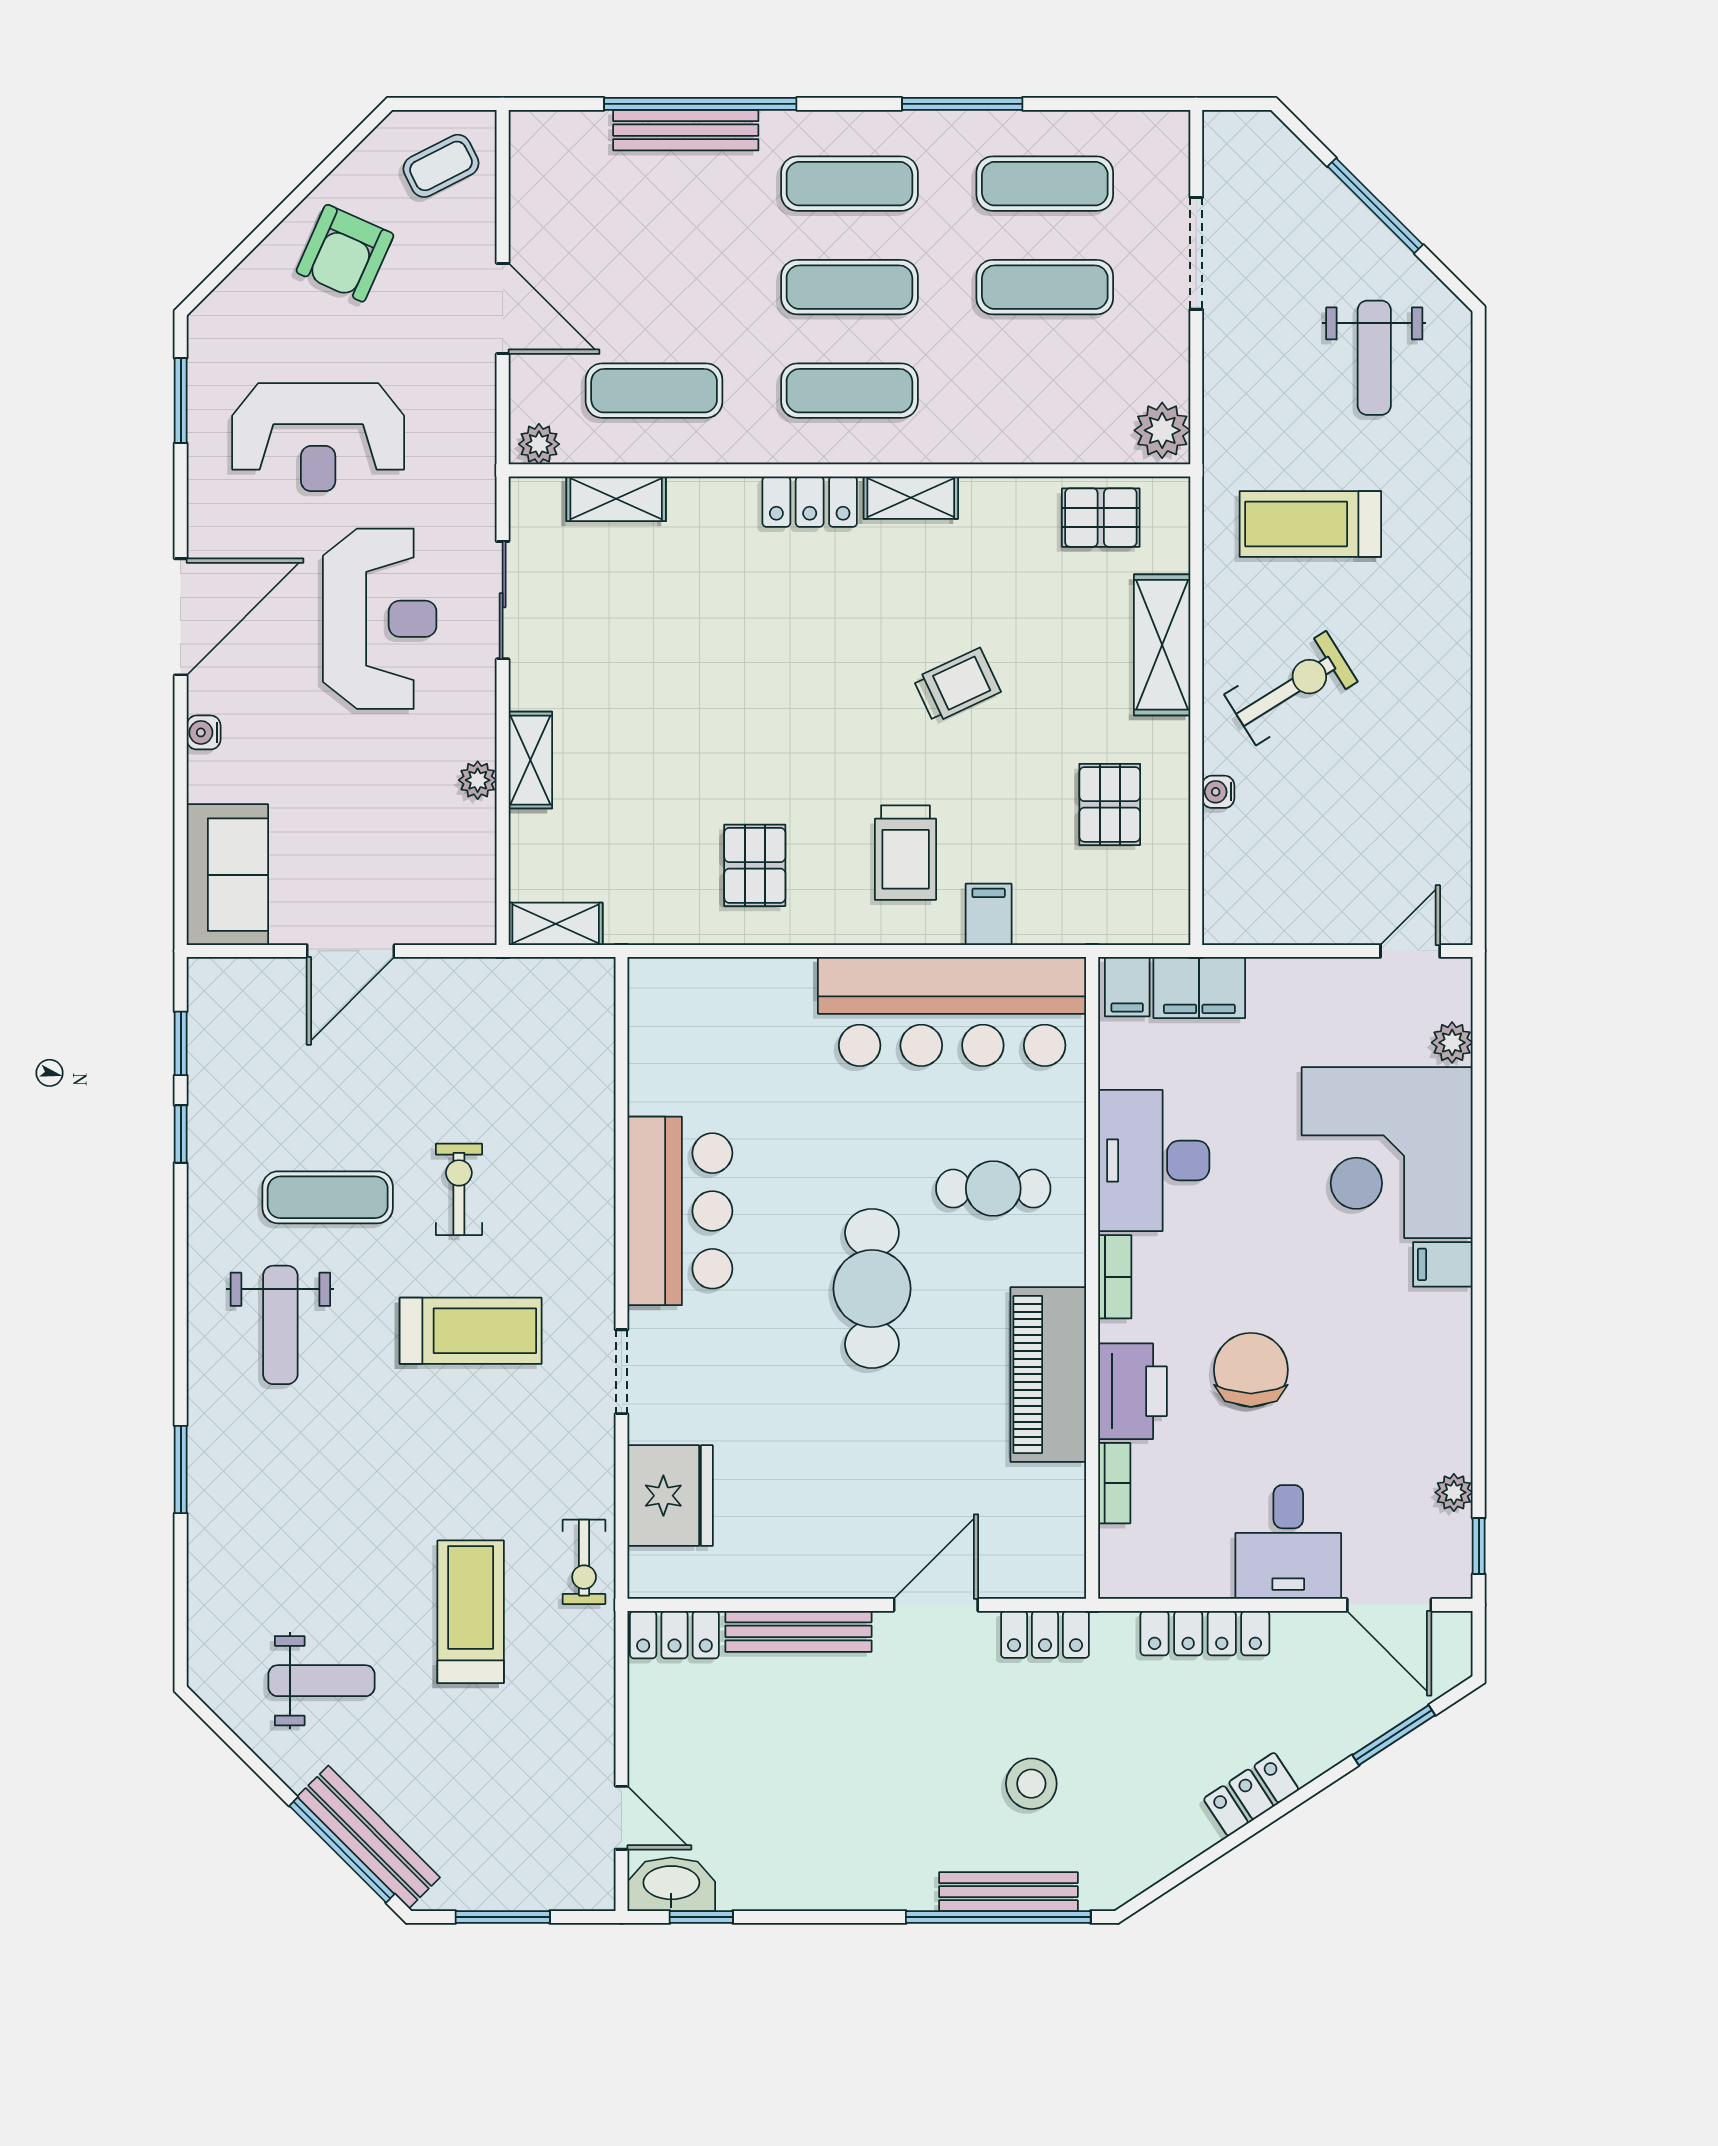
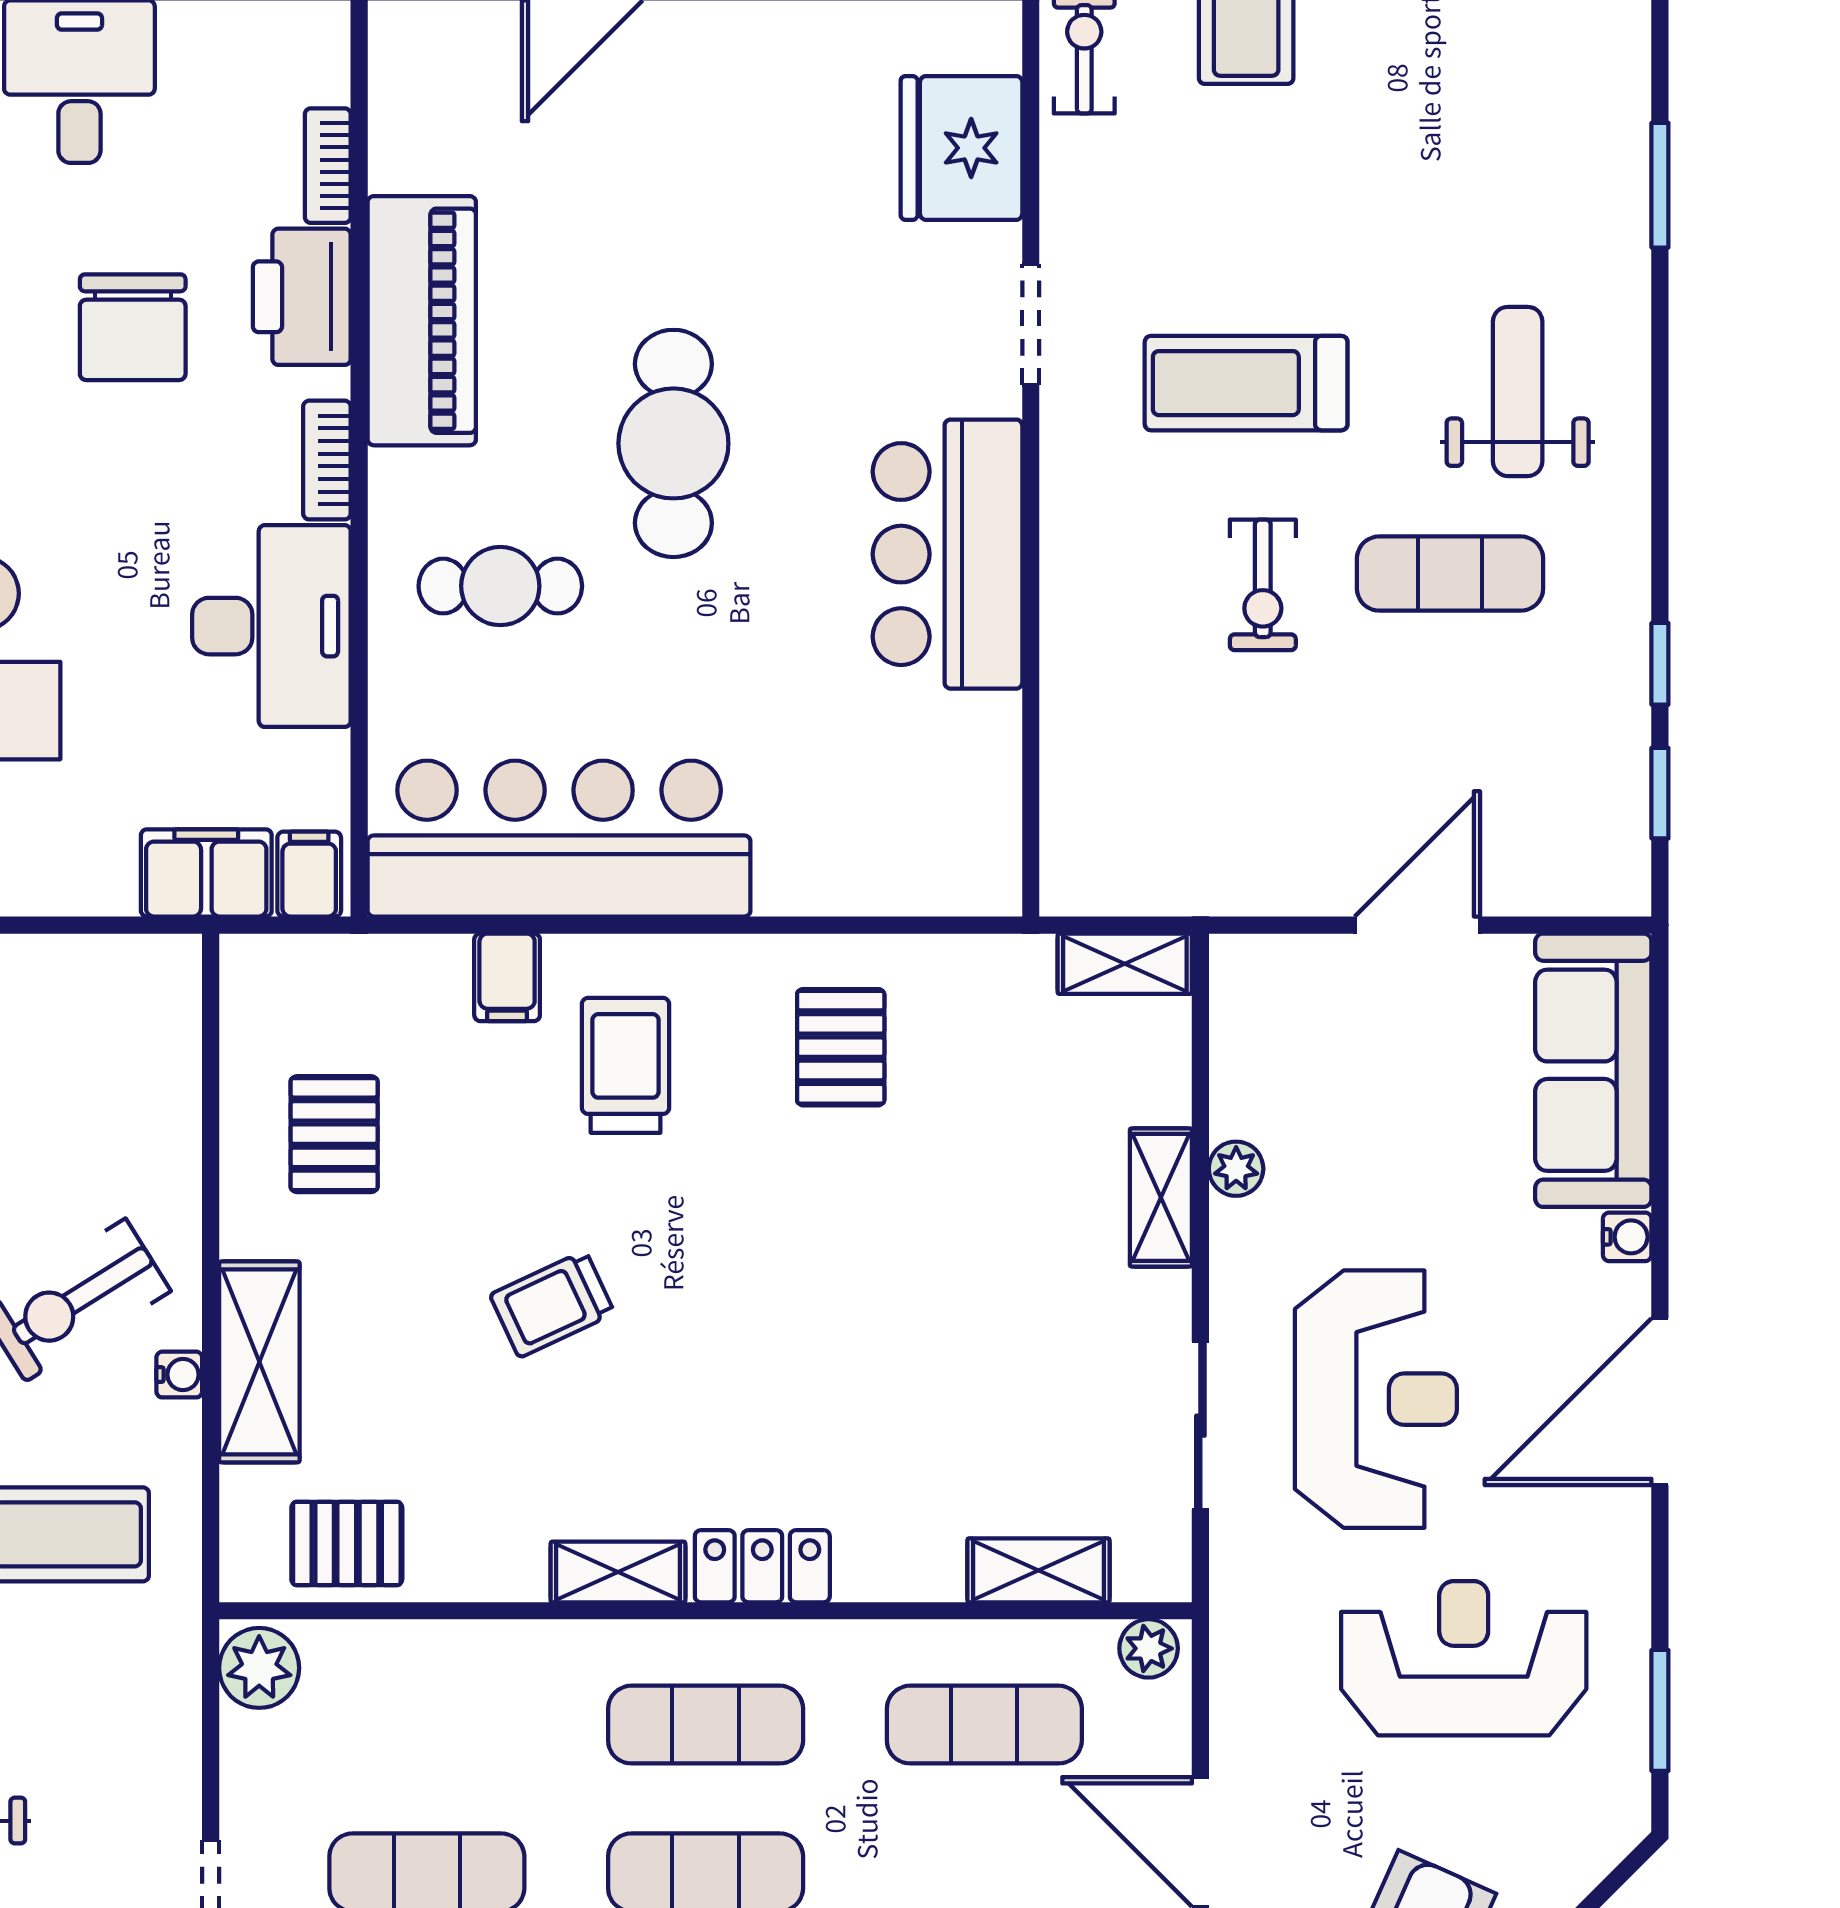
reception desk: (380, 619) -> (1376, 1399), turned 180
water cooler: (1218, 792) -> (179, 1375), moved
sofa: (227, 875) -> (1593, 1070), width x1.36

